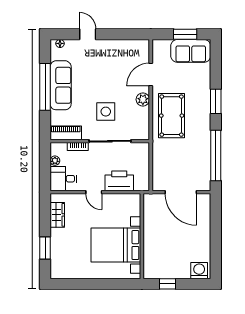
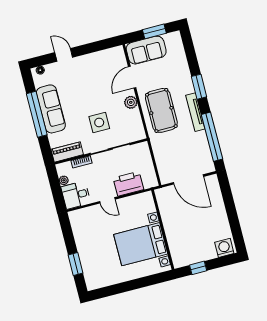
sofa: (191, 51) -> (146, 50), moved
tv unit: (205, 126) -> (195, 112), added
wardrobe: (57, 215) -> (79, 230), removed

